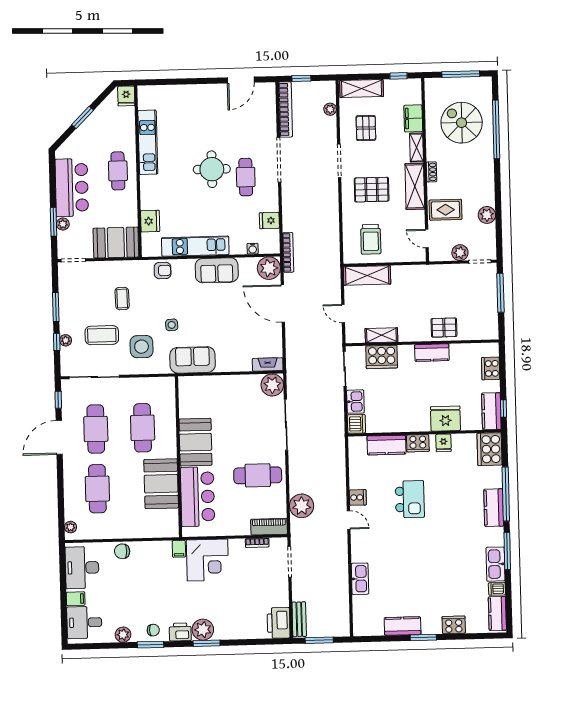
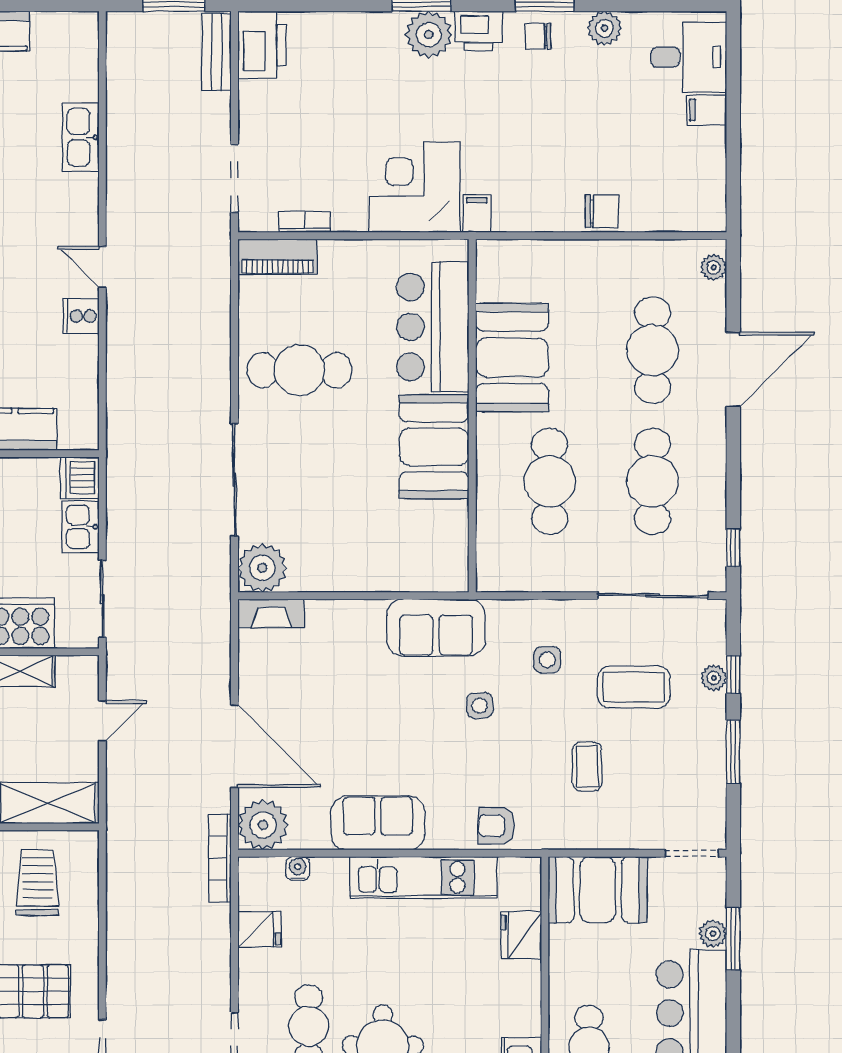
door: (343, 314) -> (102, 721), hinge flipped
side table: (142, 347) -> (547, 660), width x0.54, depth x0.54
door: (59, 437) -> (733, 369), moved
plant: (302, 506) -> (205, 301), removed
desk: (82, 568) -> (691, 178), removed

